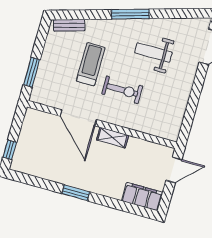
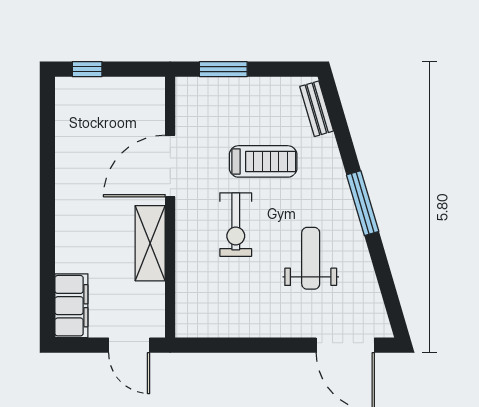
shelving: (113, 138) -> (150, 243), width x1.50, depth x1.33
window: (76, 193) -> (47, 196), removed

